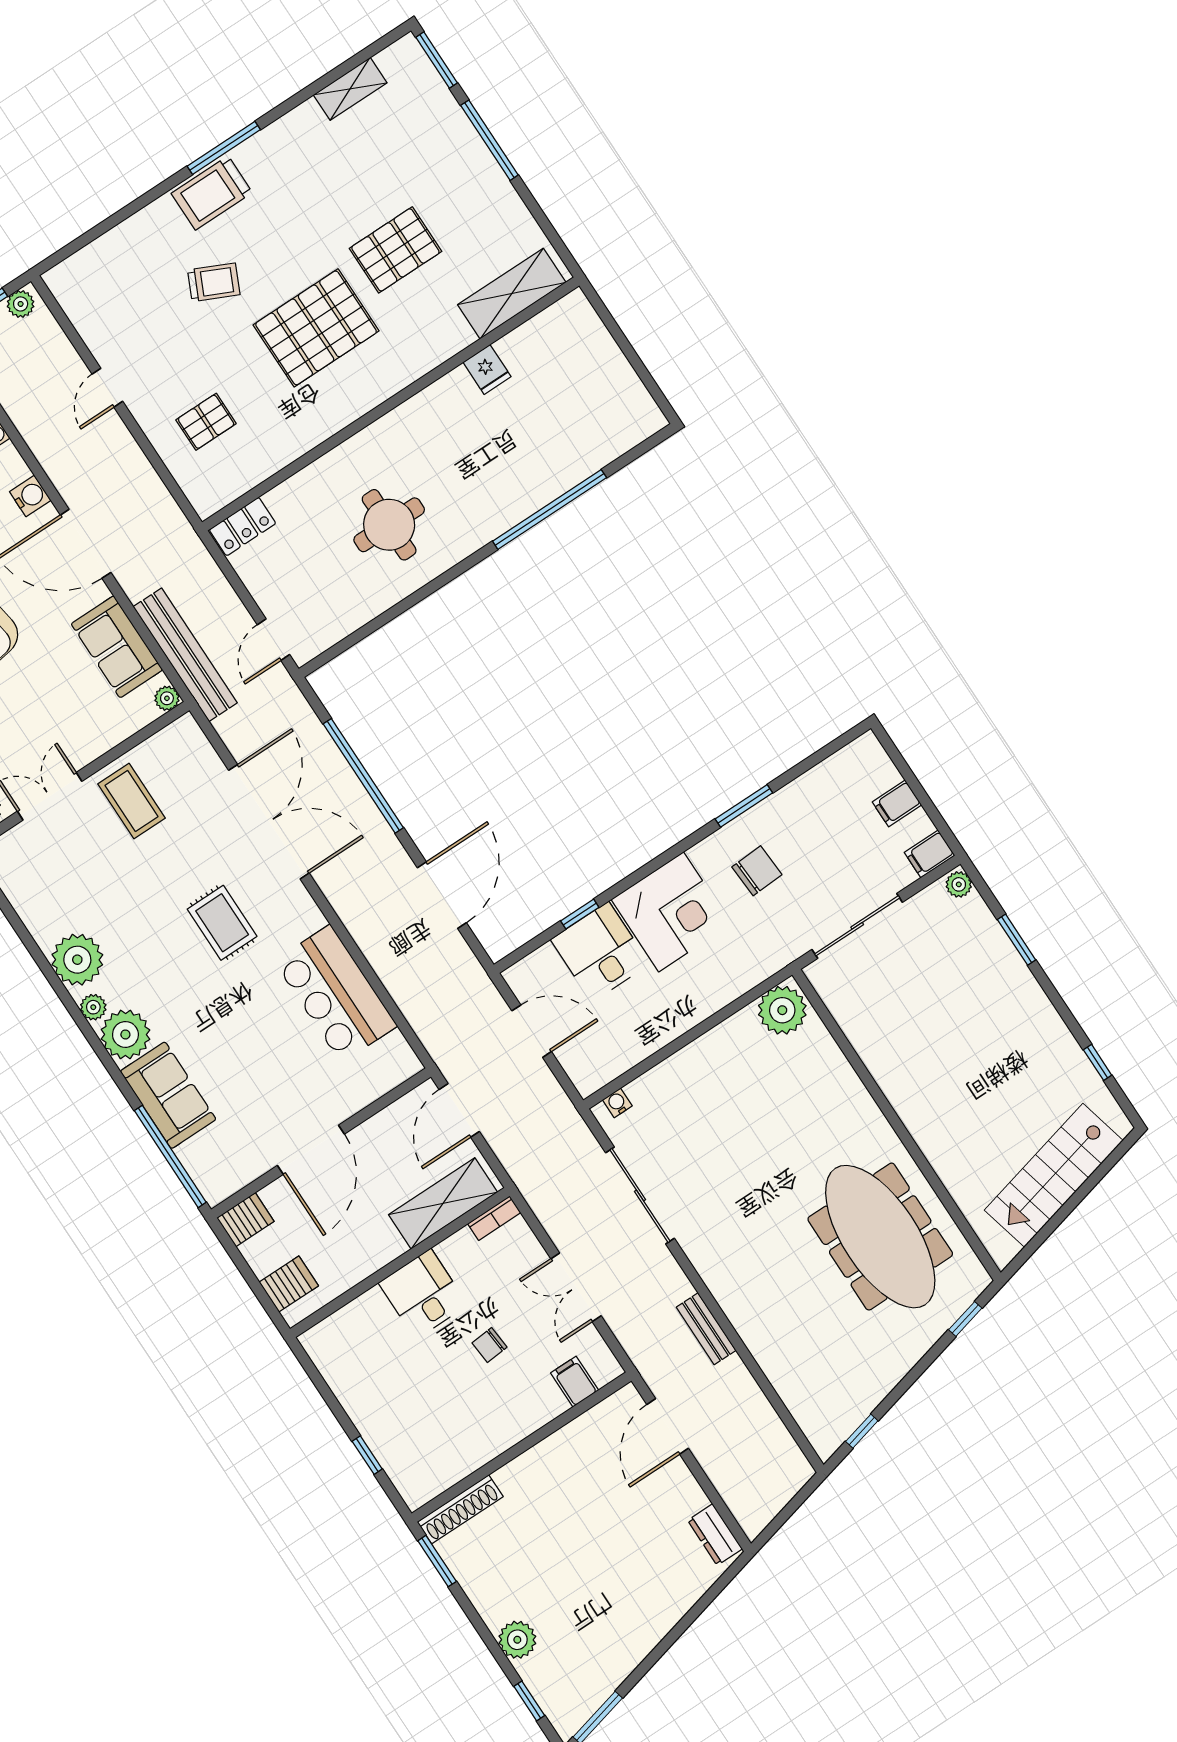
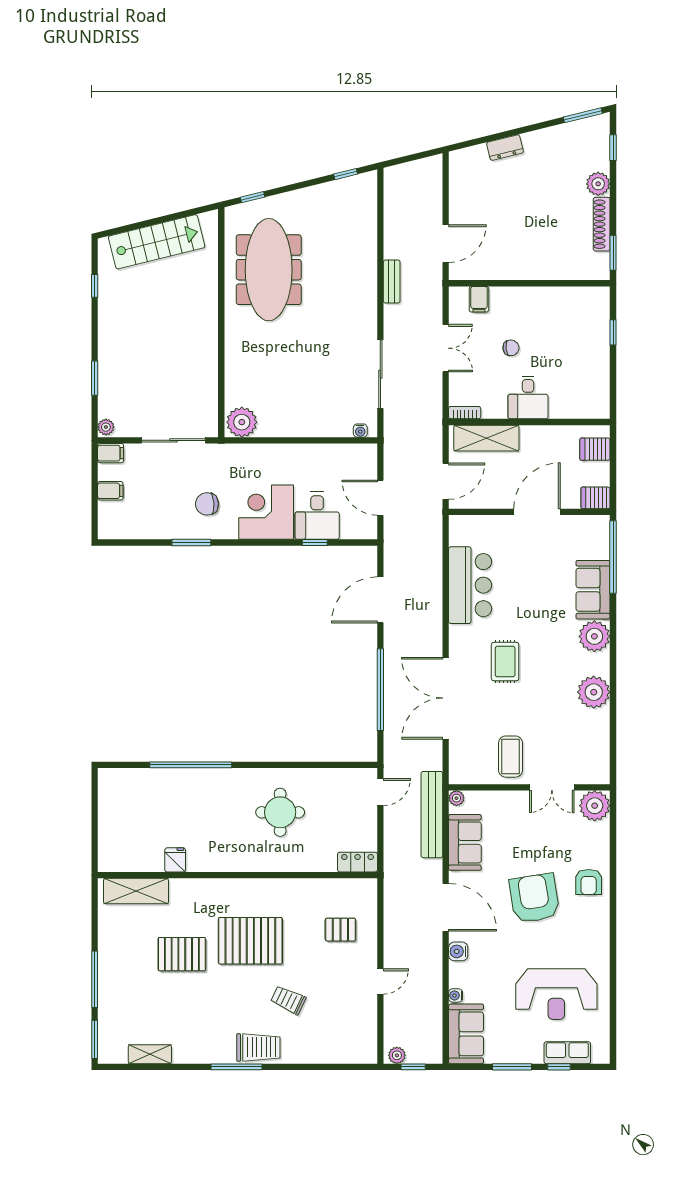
plant: (93, 1007) -> (602, 662), removed
shoe rack: (460, 1509) -> (602, 224), moved, turned -90
dresser: (715, 1535) -> (505, 148), moved, turned 76

